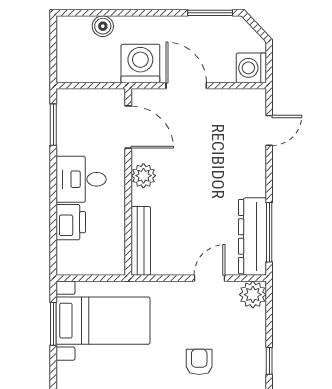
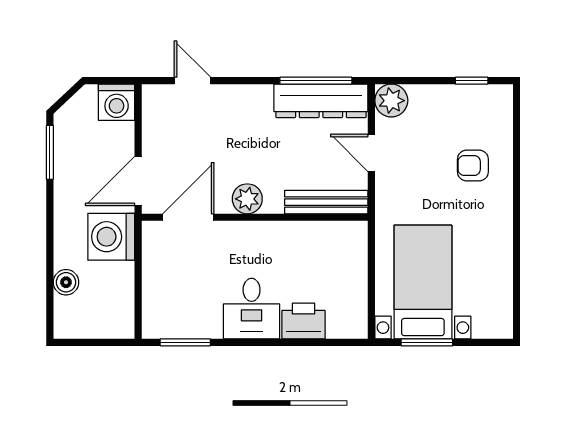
door: (128, 127) -> (188, 217), moved
plant: (143, 176) -> (247, 199), moved
wall: (128, 182) -> (255, 217), moved
bench: (141, 241) -> (326, 202), moved

